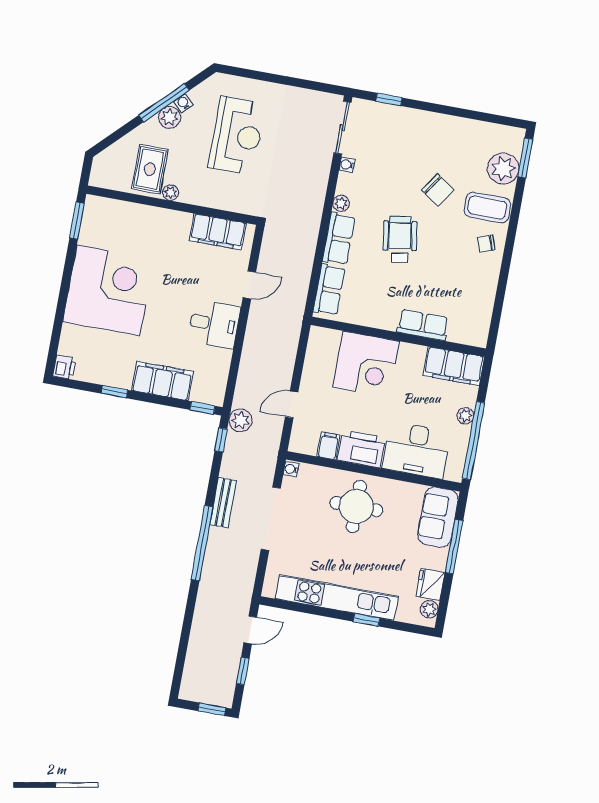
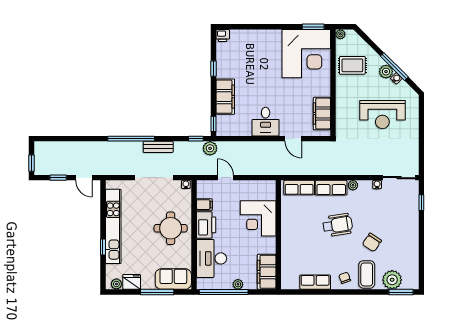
plant: (171, 193) -> (340, 34), moved
corner desk: (108, 290) -> (306, 54), moved
row of seats: (423, 325) -> (315, 282), moved, turned -90

